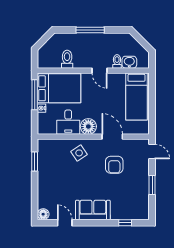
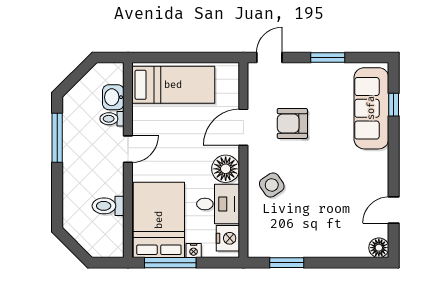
window: (90, 30) -> (57, 138), moved
nightstand: (49, 128) -> (228, 238), added
armchair: (114, 165) -> (292, 123), turned 180
sofa: (93, 210) -> (371, 108), moved, width x1.36

